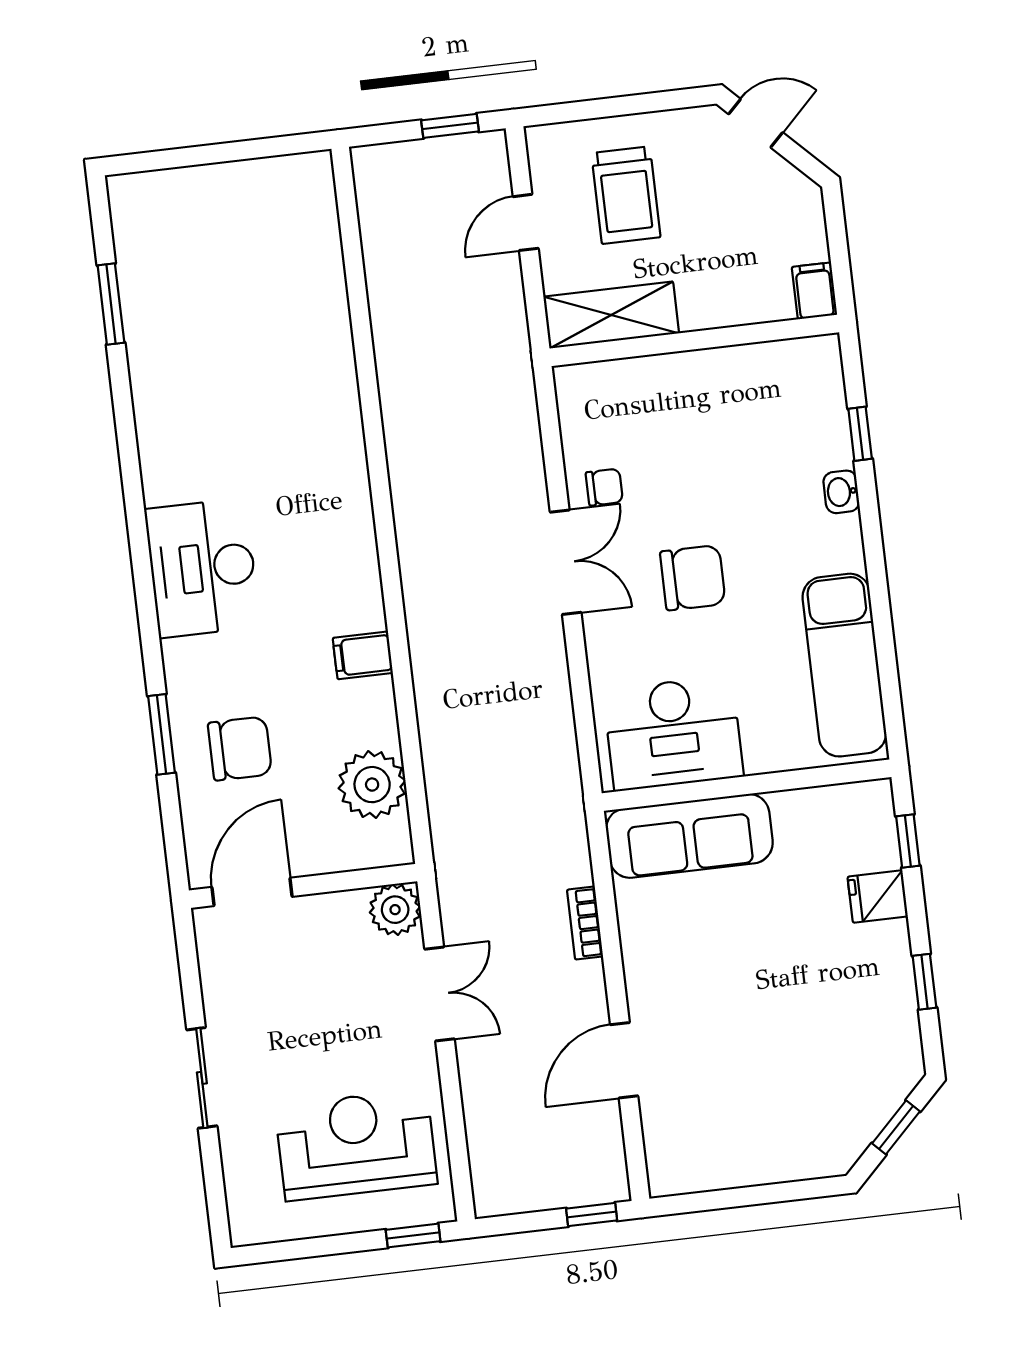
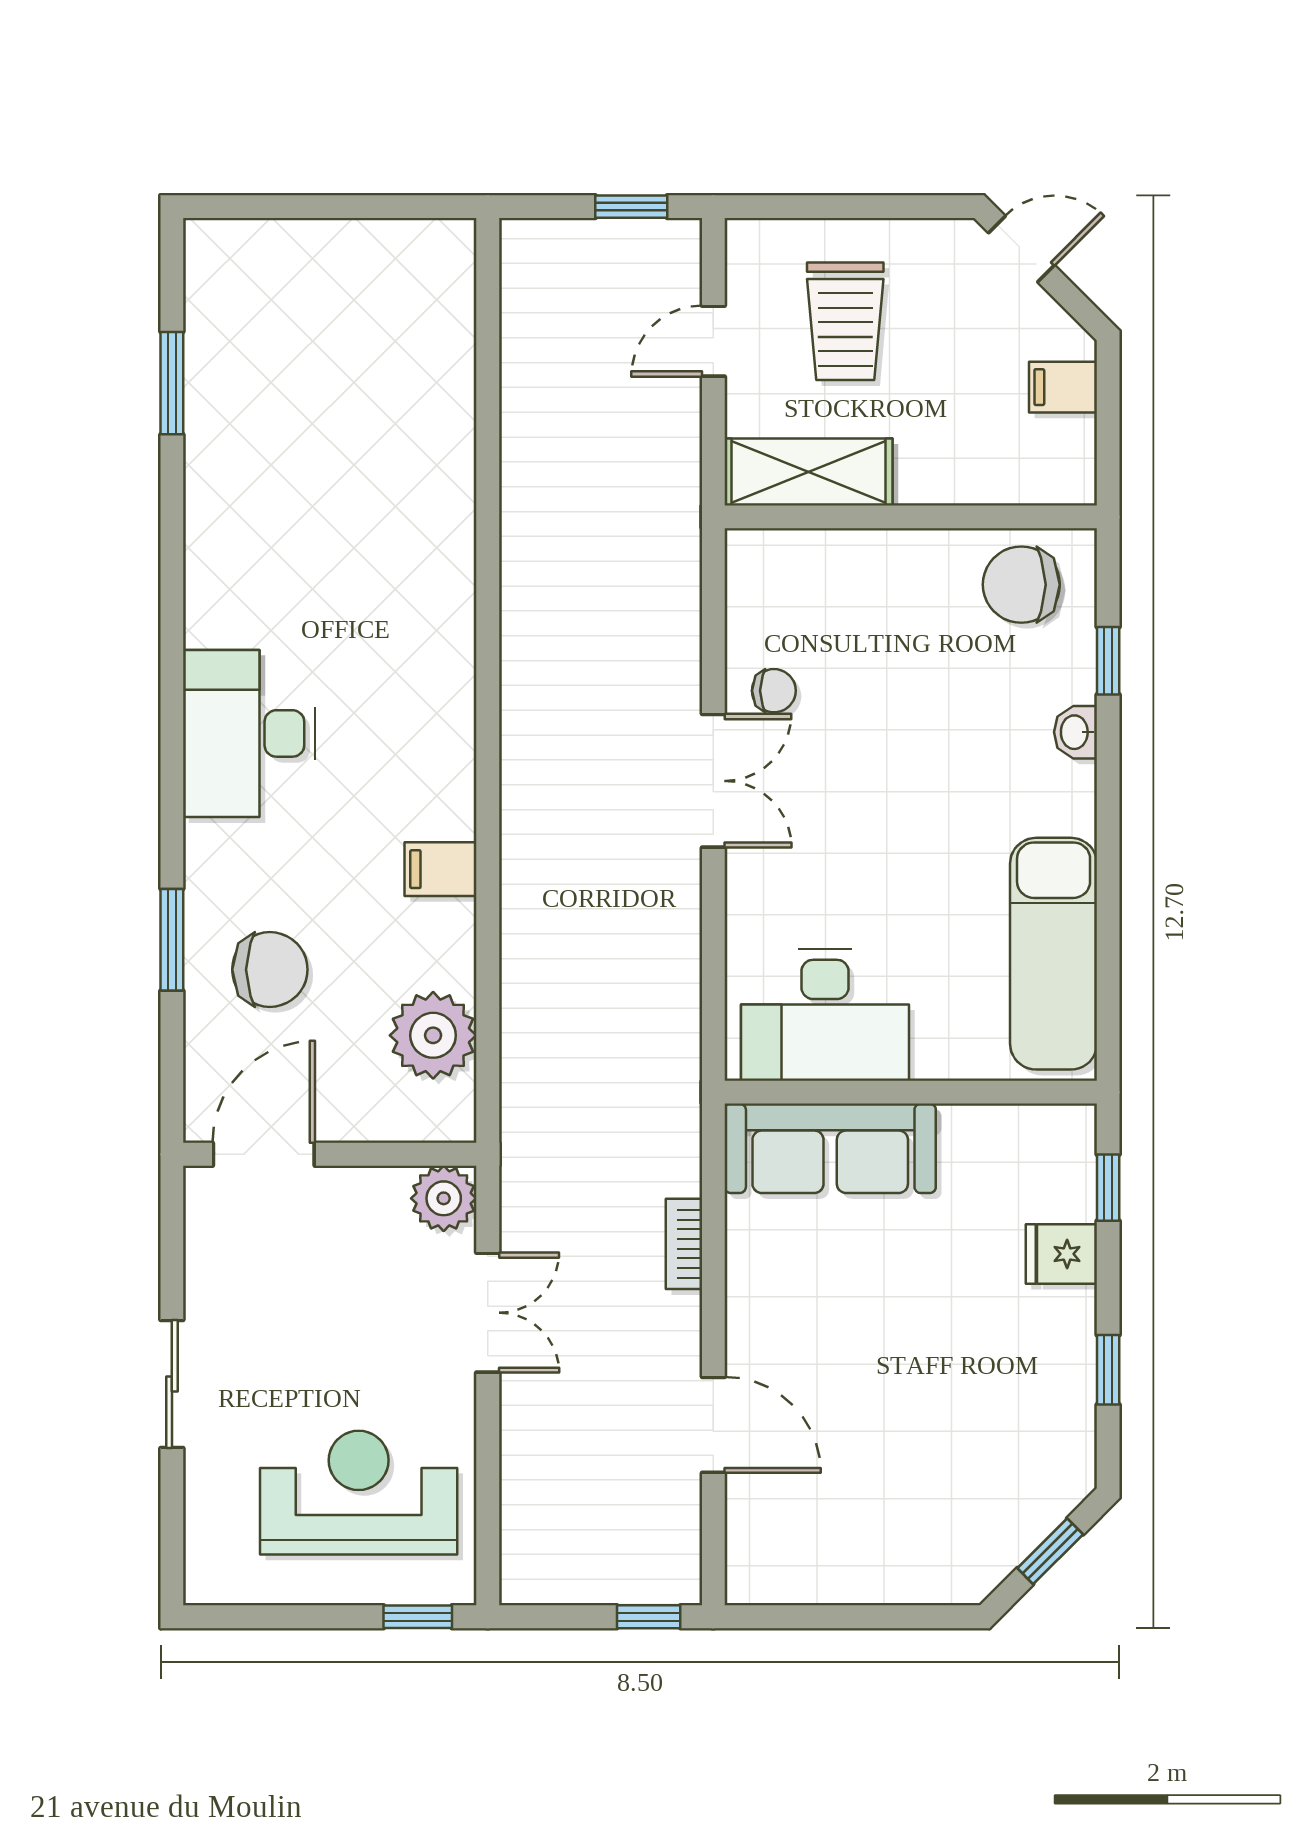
filing cabinet: (814, 291) -> (1063, 387), moved, turned -90
chair: (693, 578) -> (1021, 585), moved, turned 180
door: (624, 1060) -> (713, 1425), swing flipped

